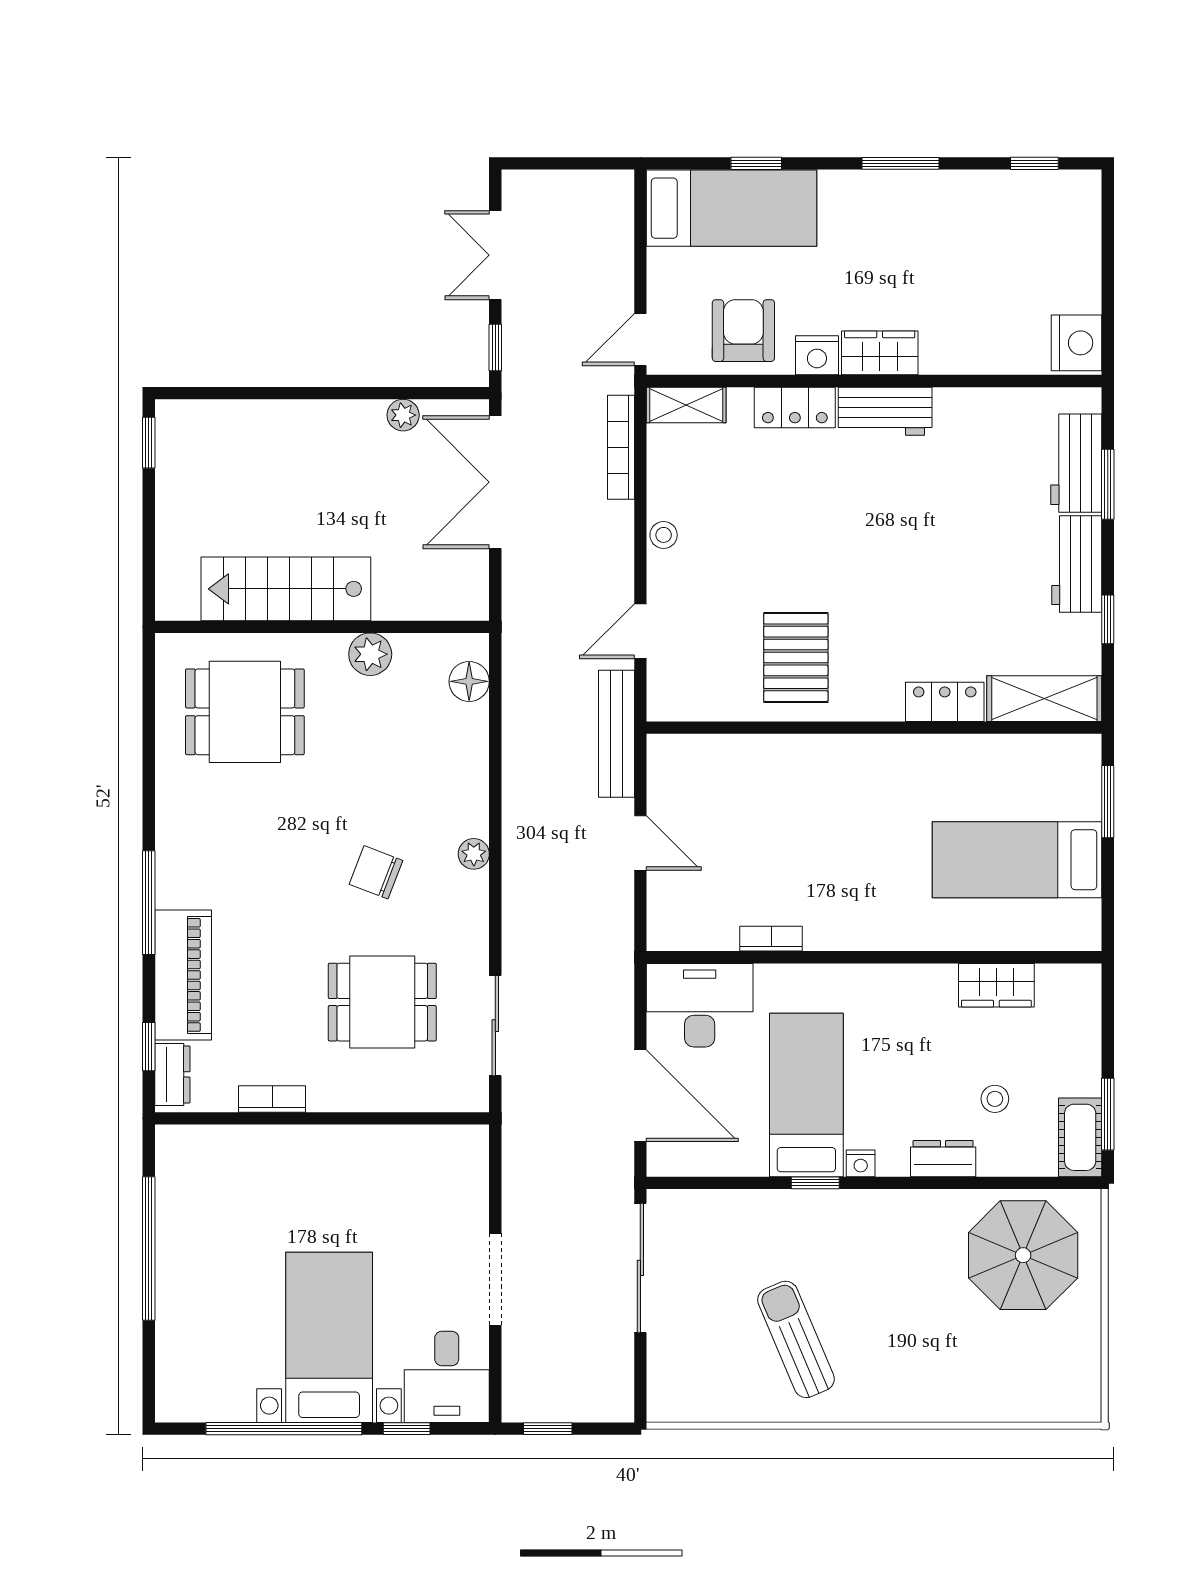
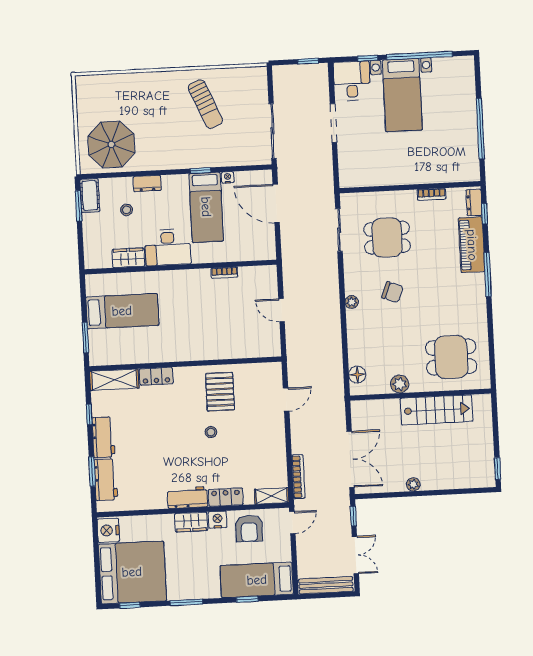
bed: (1024, 241) -> (132, 572), added
plant: (403, 415) -> (413, 484), moved
stool: (664, 535) -> (211, 432), moved
bench: (616, 734) -> (326, 585), moved, turned 90
desk: (700, 1005) -> (168, 247), moved
nightstand: (861, 1163) -> (228, 177), moved

